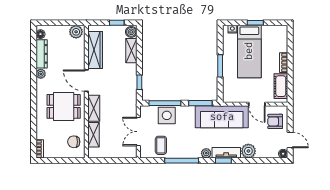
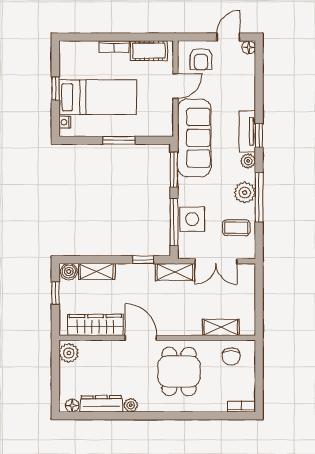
door: (86, 81) -> (141, 338), swing flipped
shelving: (94, 108) -> (175, 272), moved
plant: (248, 151) -> (245, 193), moved

